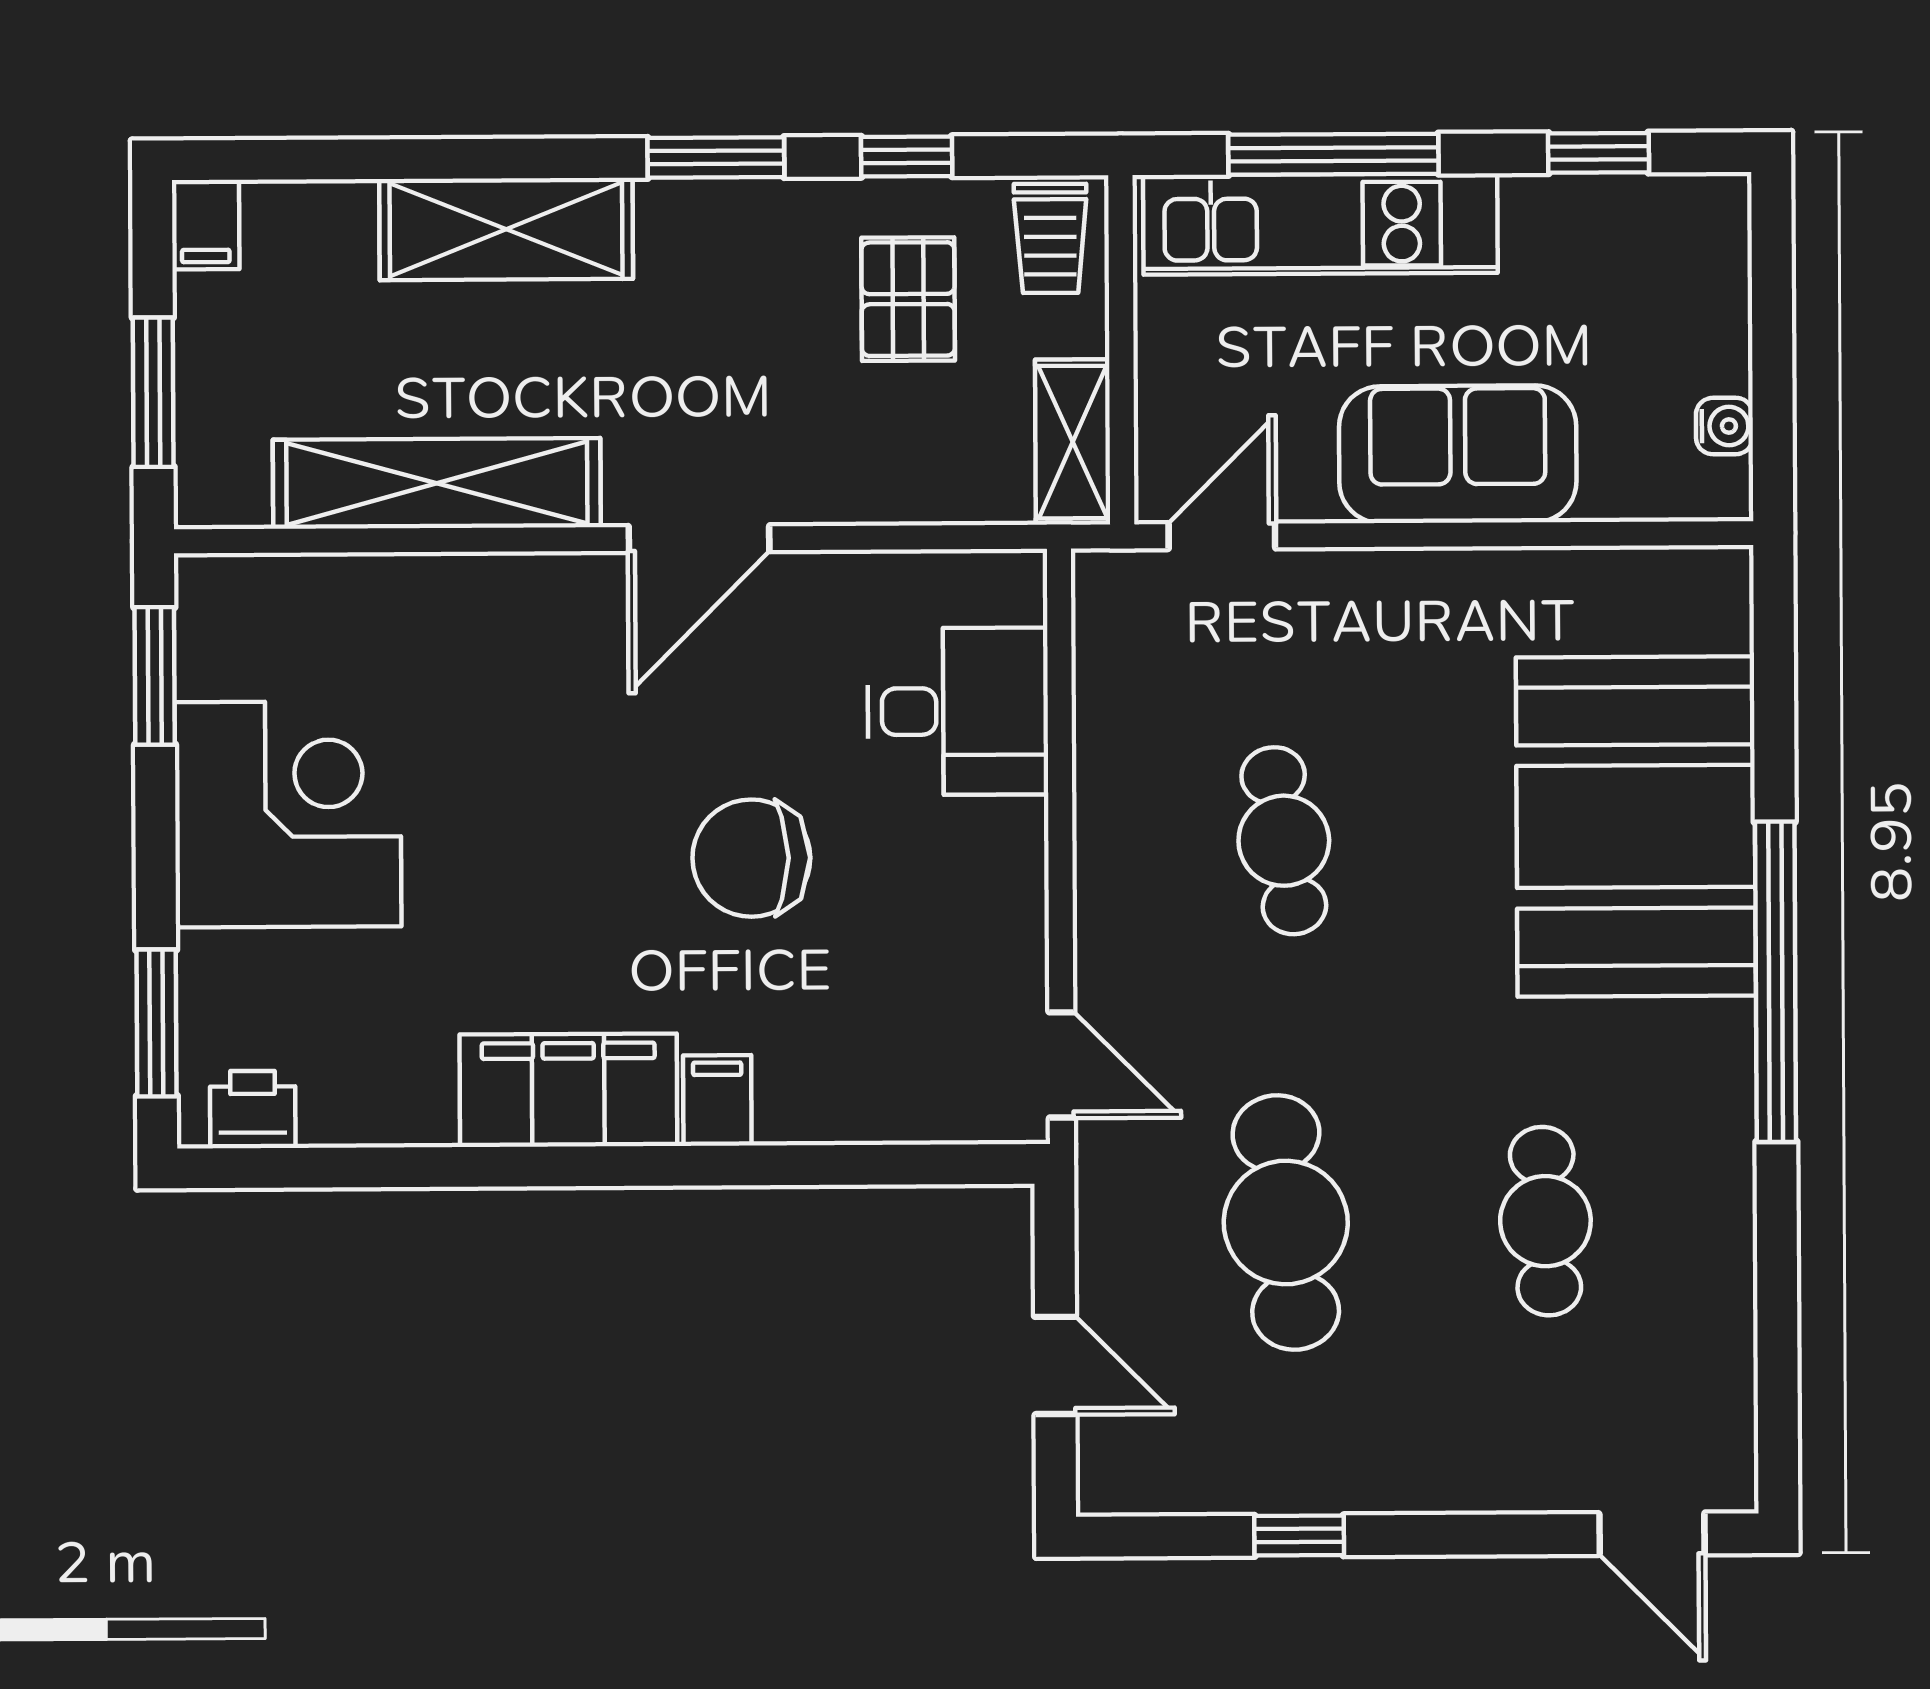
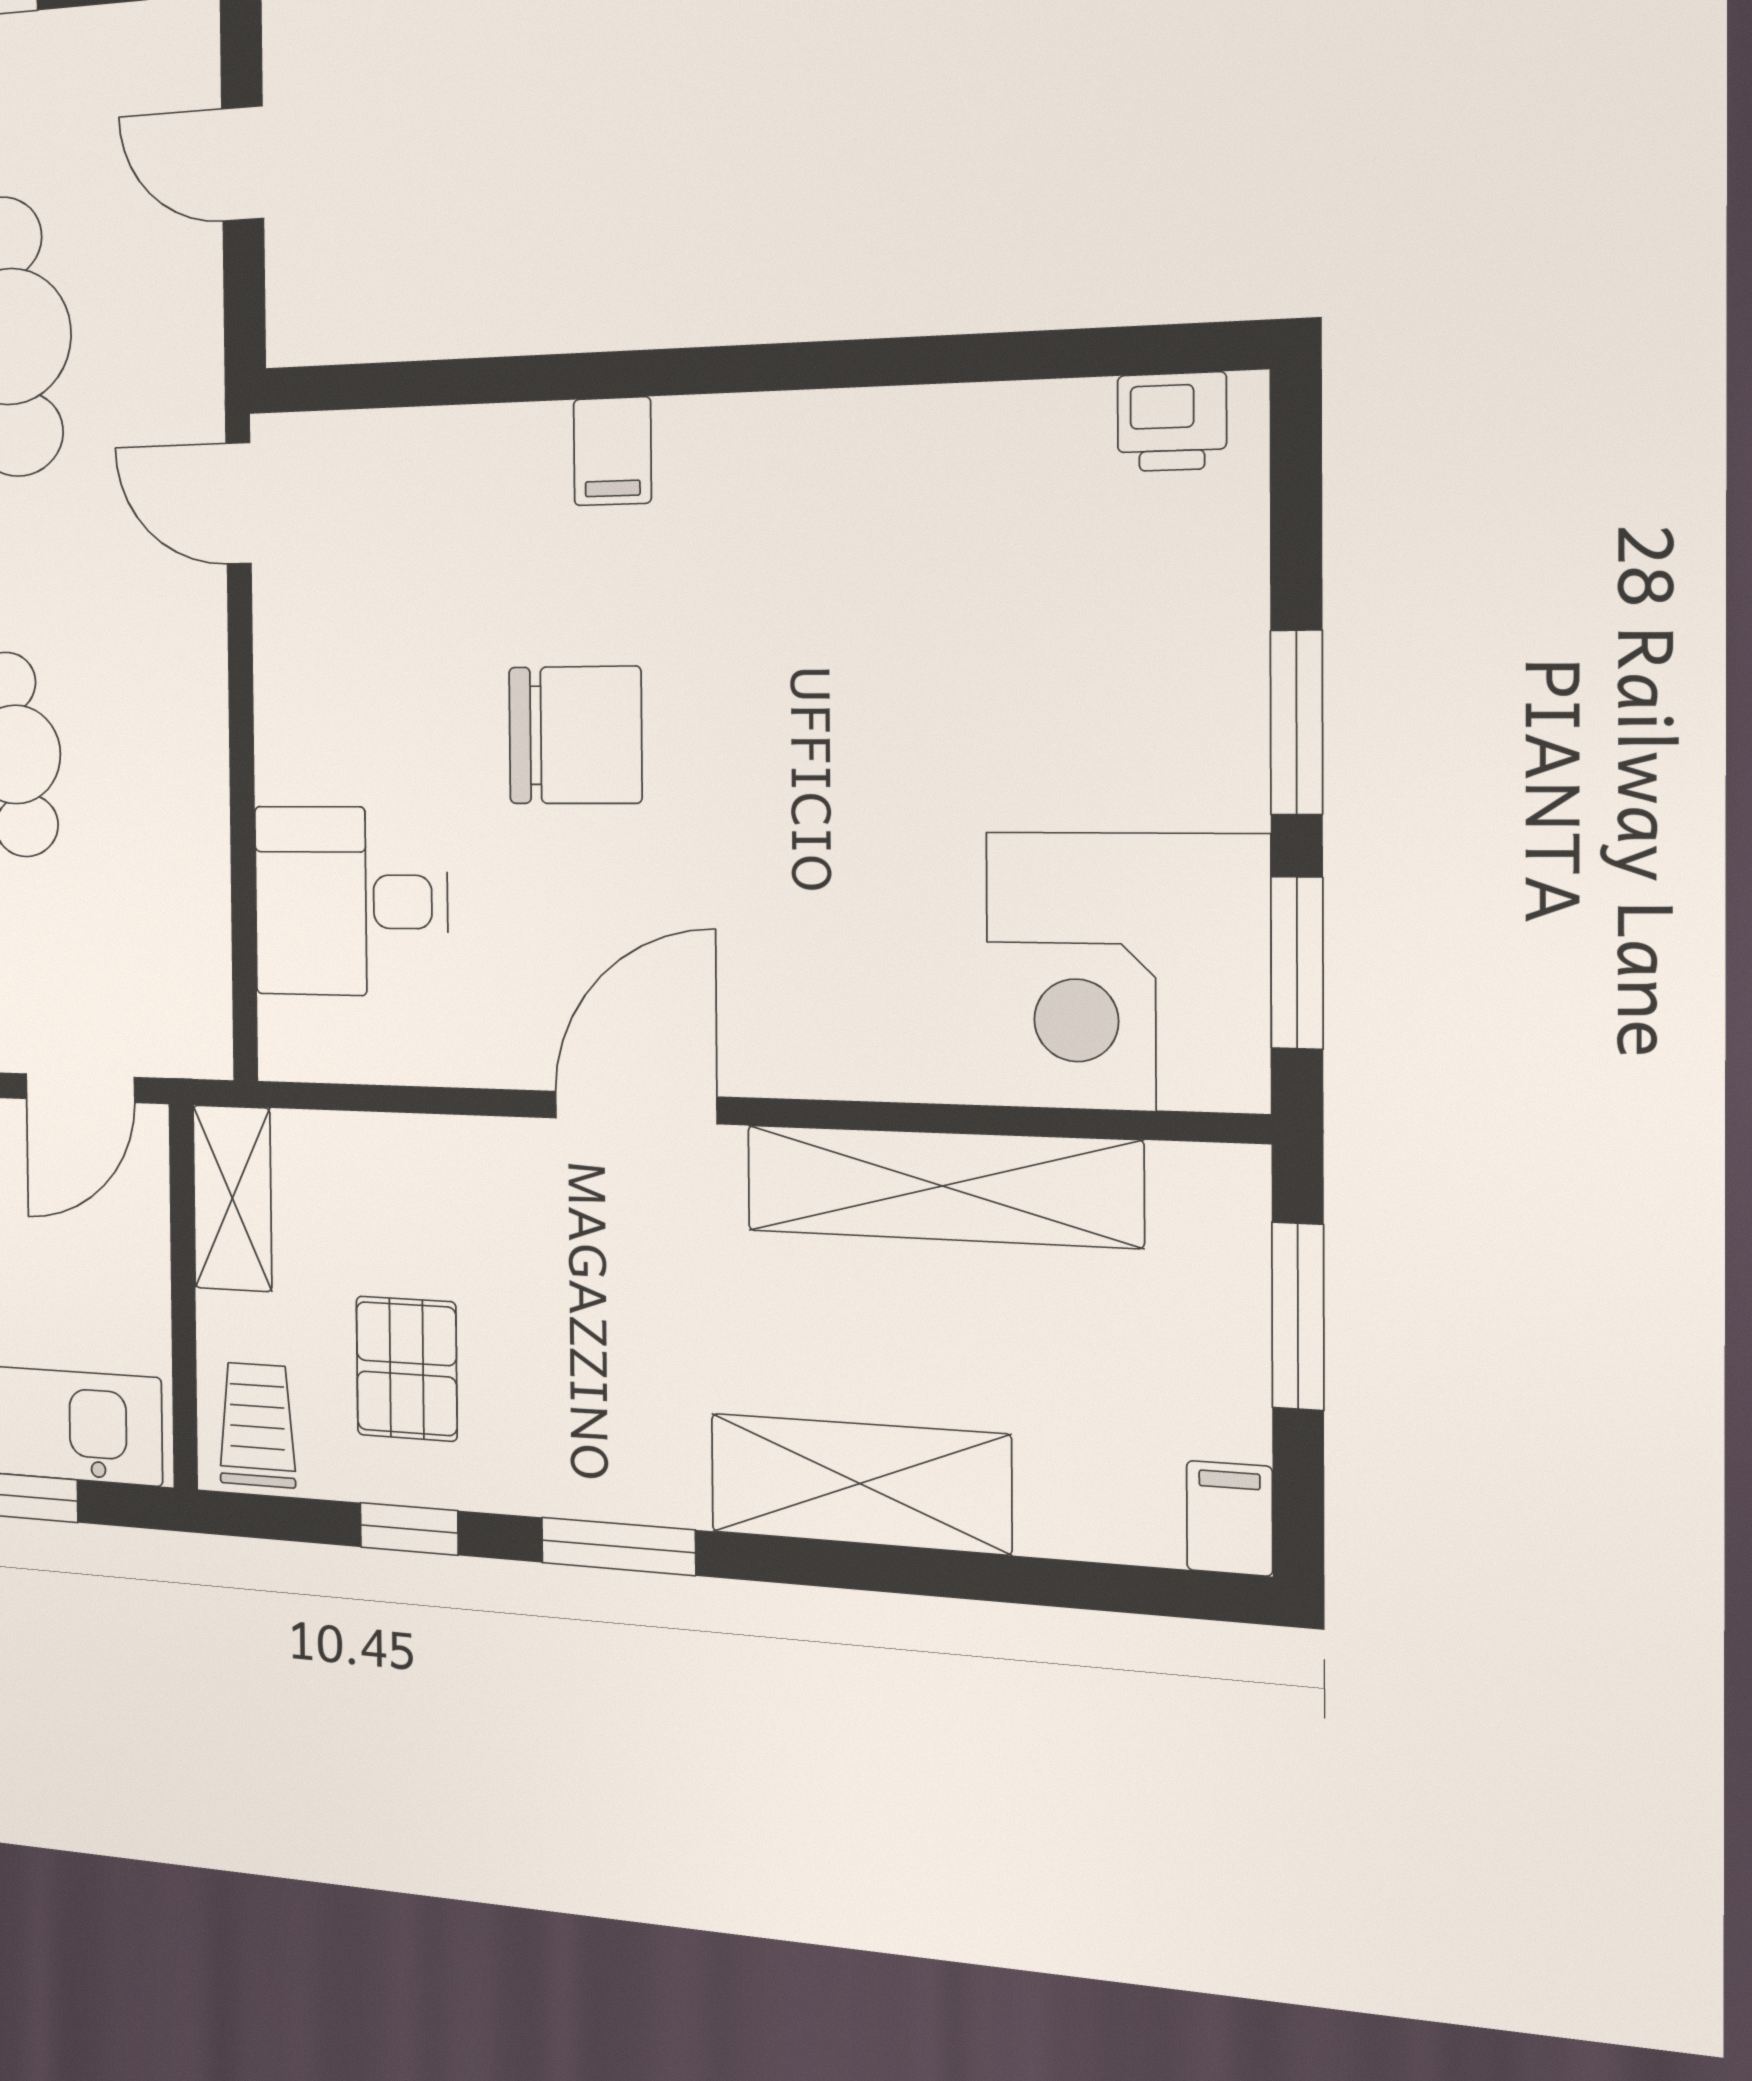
corner desk: (288, 814) -> (1127, 972), moved
window: (156, 1023) -> (1296, 722), moved
filing cabinet: (568, 1090) -> (784, 458), removed

